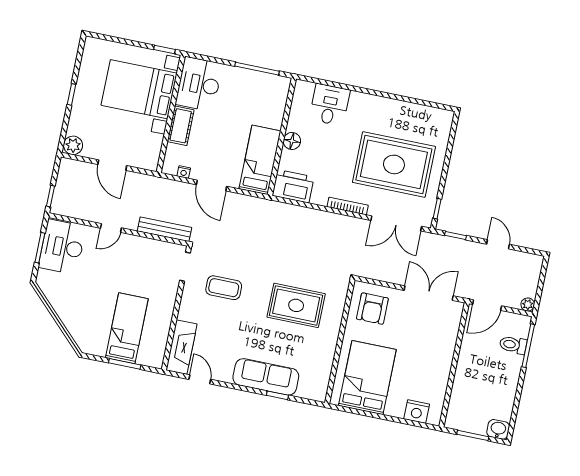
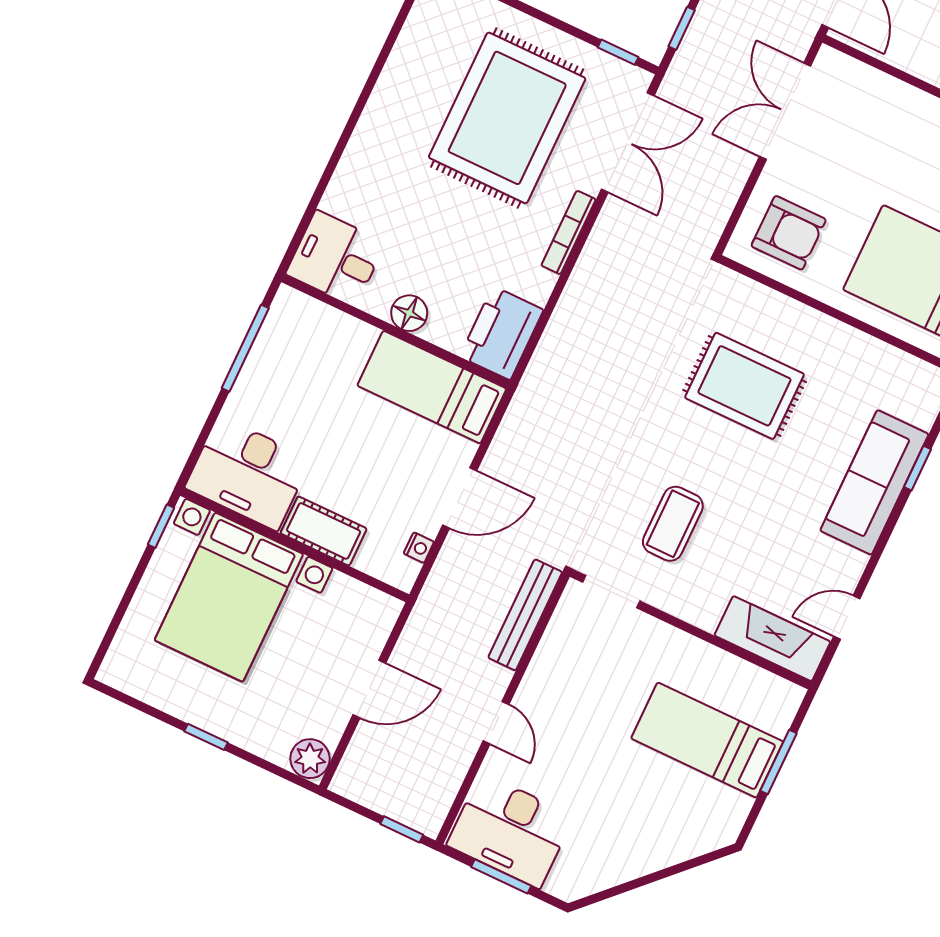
desk: (330, 105) -> (336, 258), moved
rug: (296, 305) -> (744, 386), turned 90

